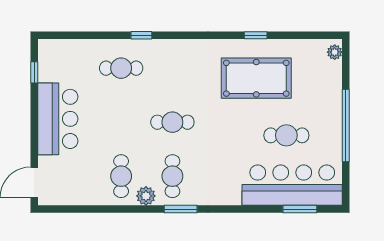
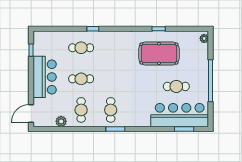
cafe table: (172, 122) -> (81, 79), moved
plant: (146, 196) -> (61, 121), moved

